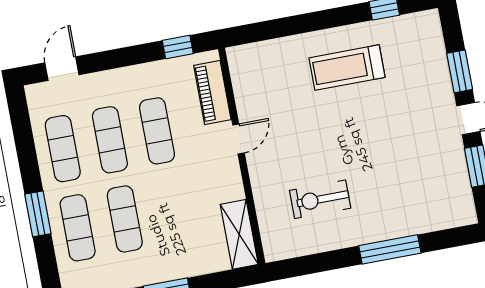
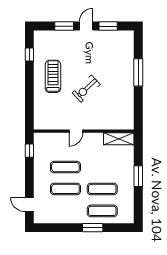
treadmill: (347, 68) -> (53, 76), turned 180
piano: (212, 92) -> (53, 139), removed
door: (238, 139) -> (76, 131), swing flipped
exercise mat: (63, 149) -> (65, 211), removed
exercise bike: (320, 199) -> (86, 89), moved, turned 47

